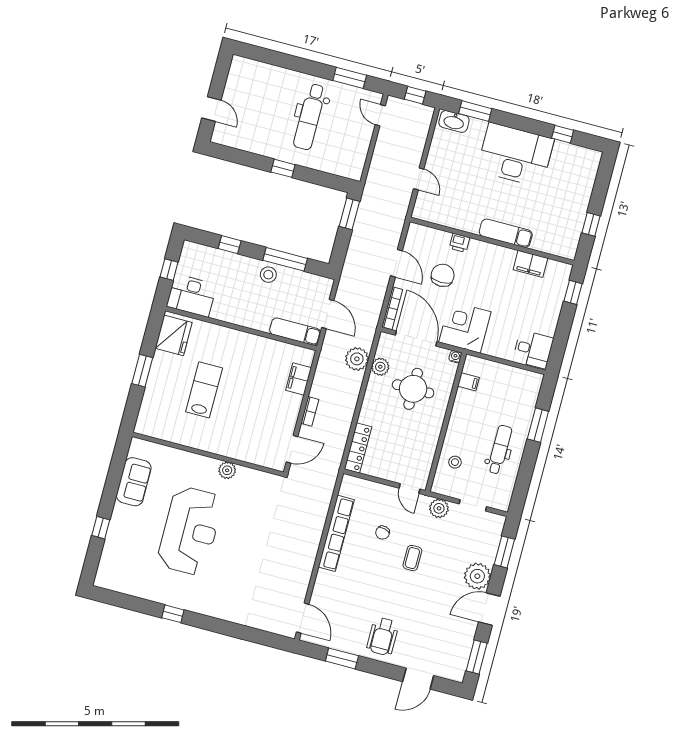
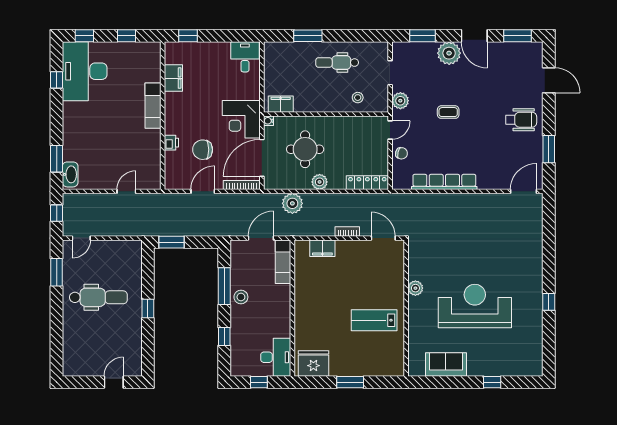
desk: (515, 155) -> (85, 71), moved
window: (603, 178) -> (84, 36), added
plant: (380, 367) -> (320, 182), moved
filing cabinet: (468, 382) -> (281, 104), width x2.00
lab bench: (204, 390) -> (374, 320), moved
chair: (383, 533) -> (401, 153), moved

